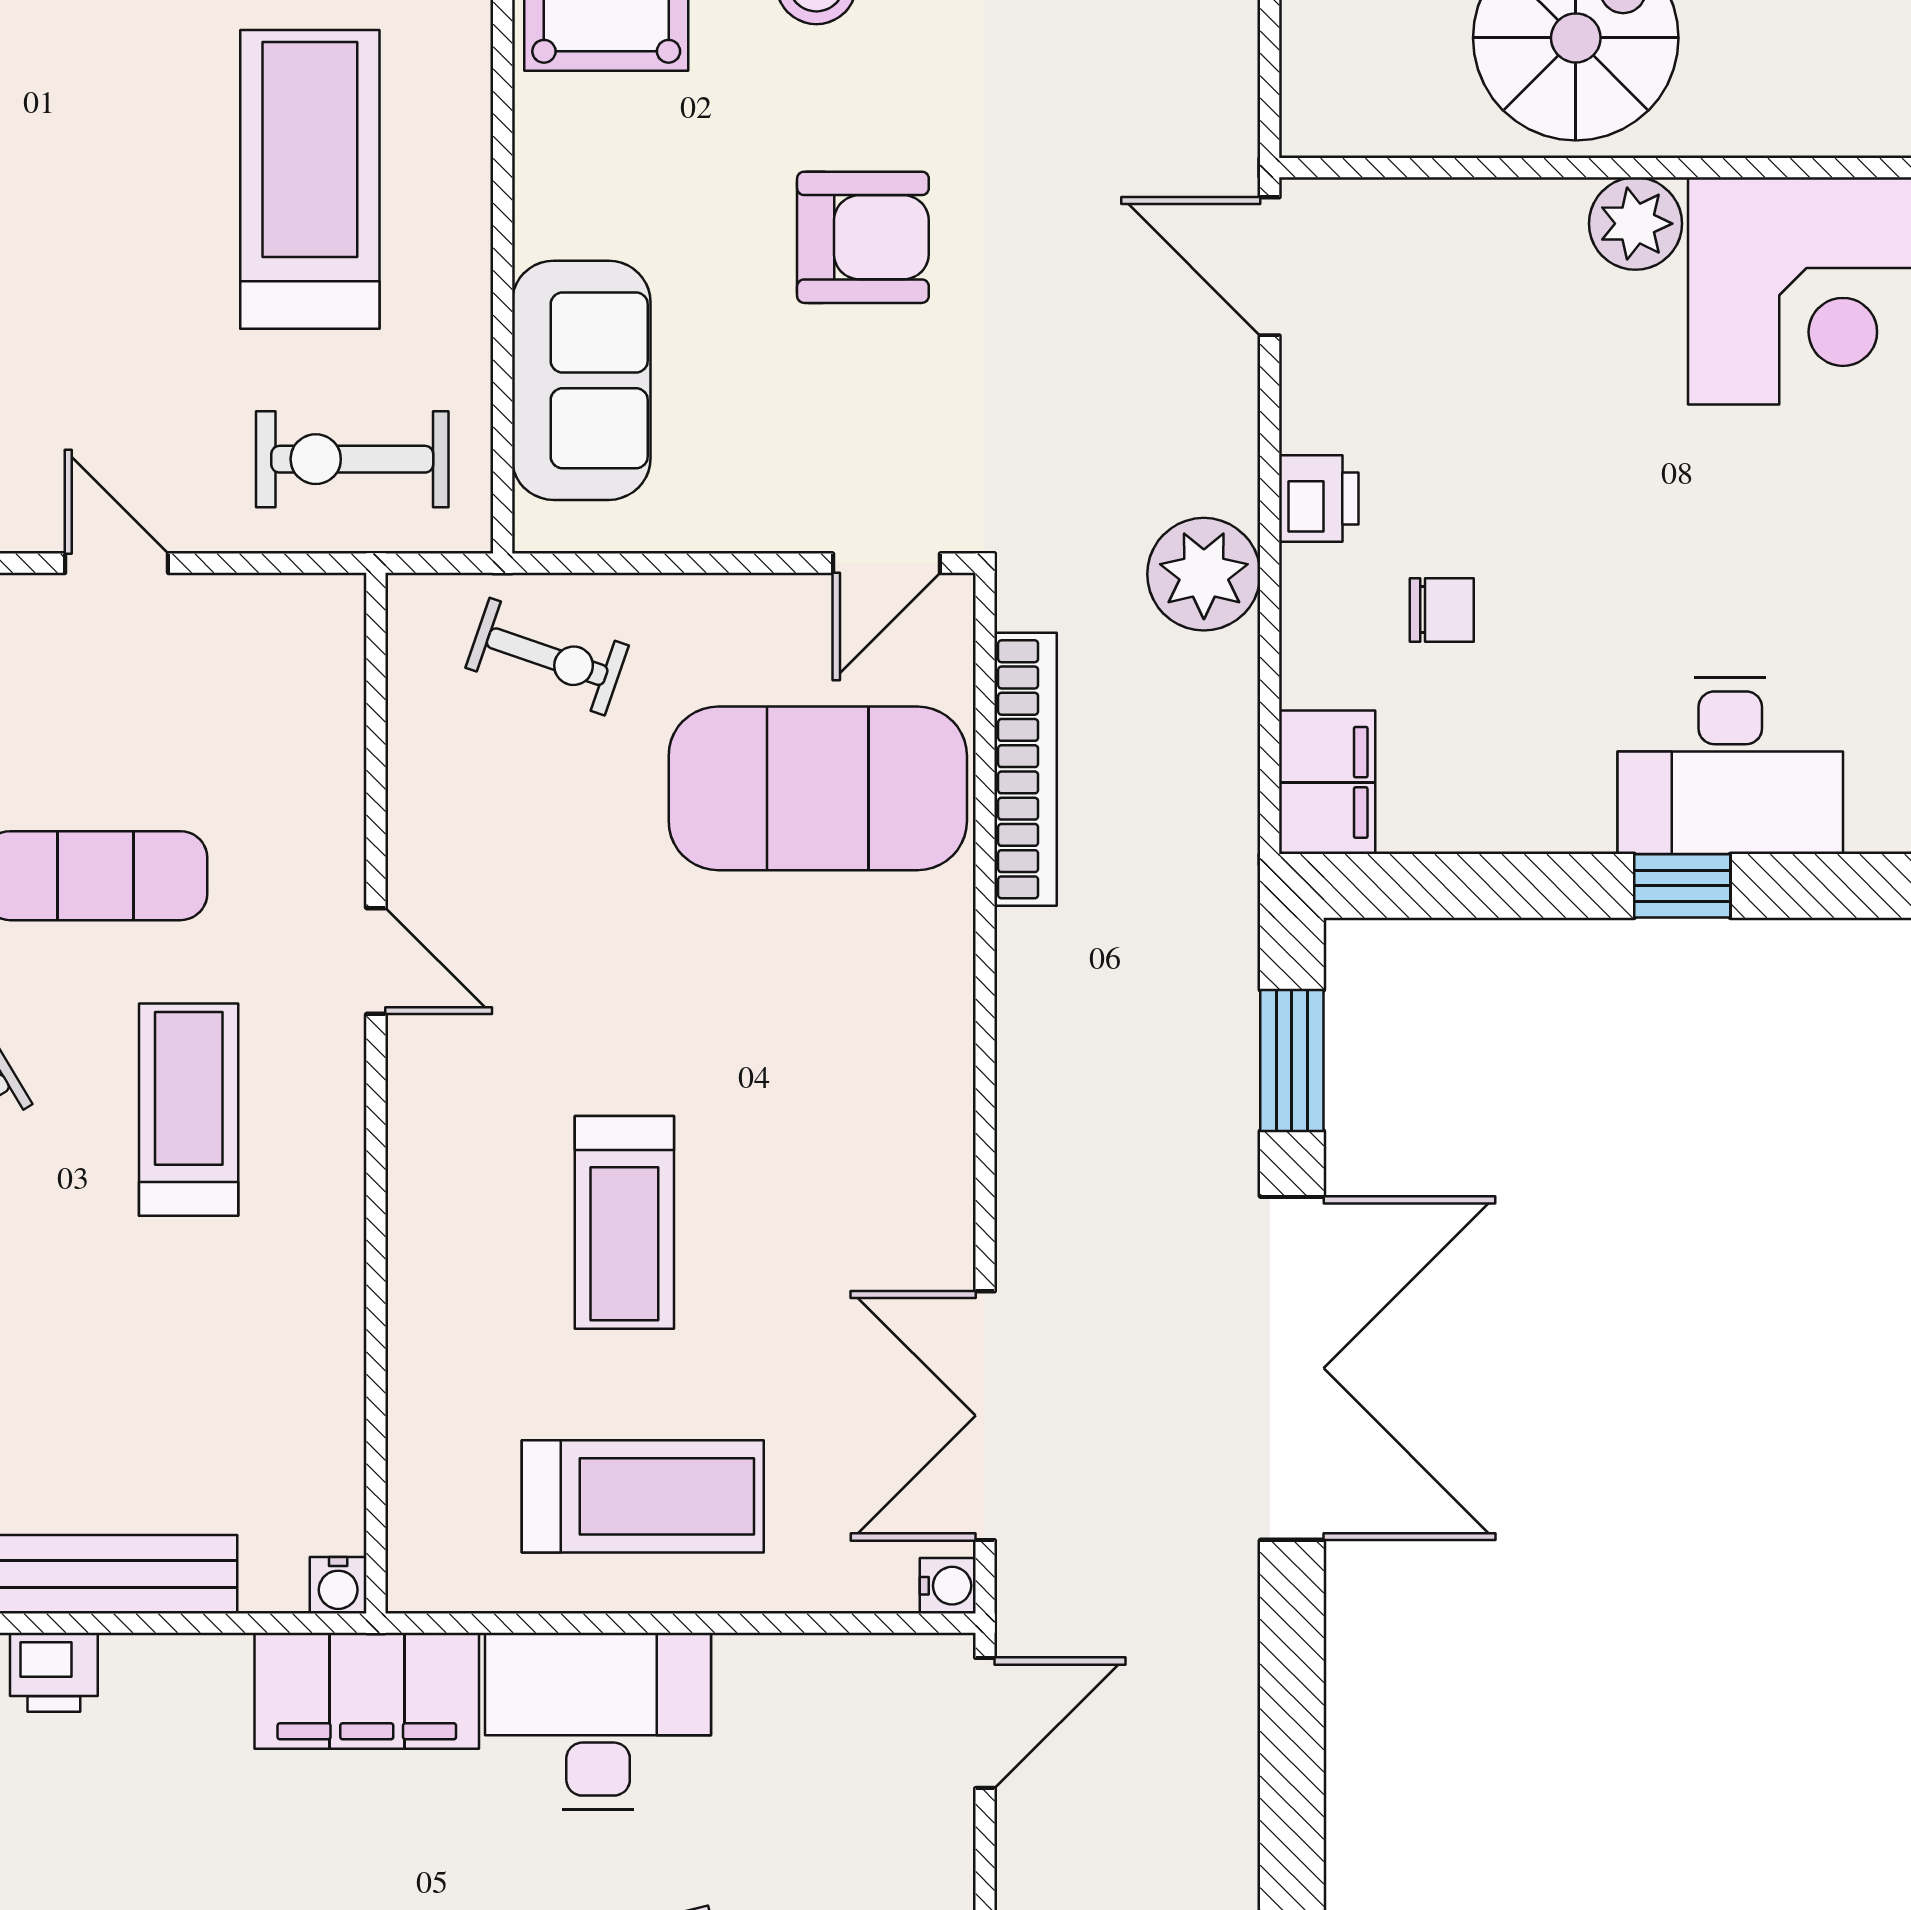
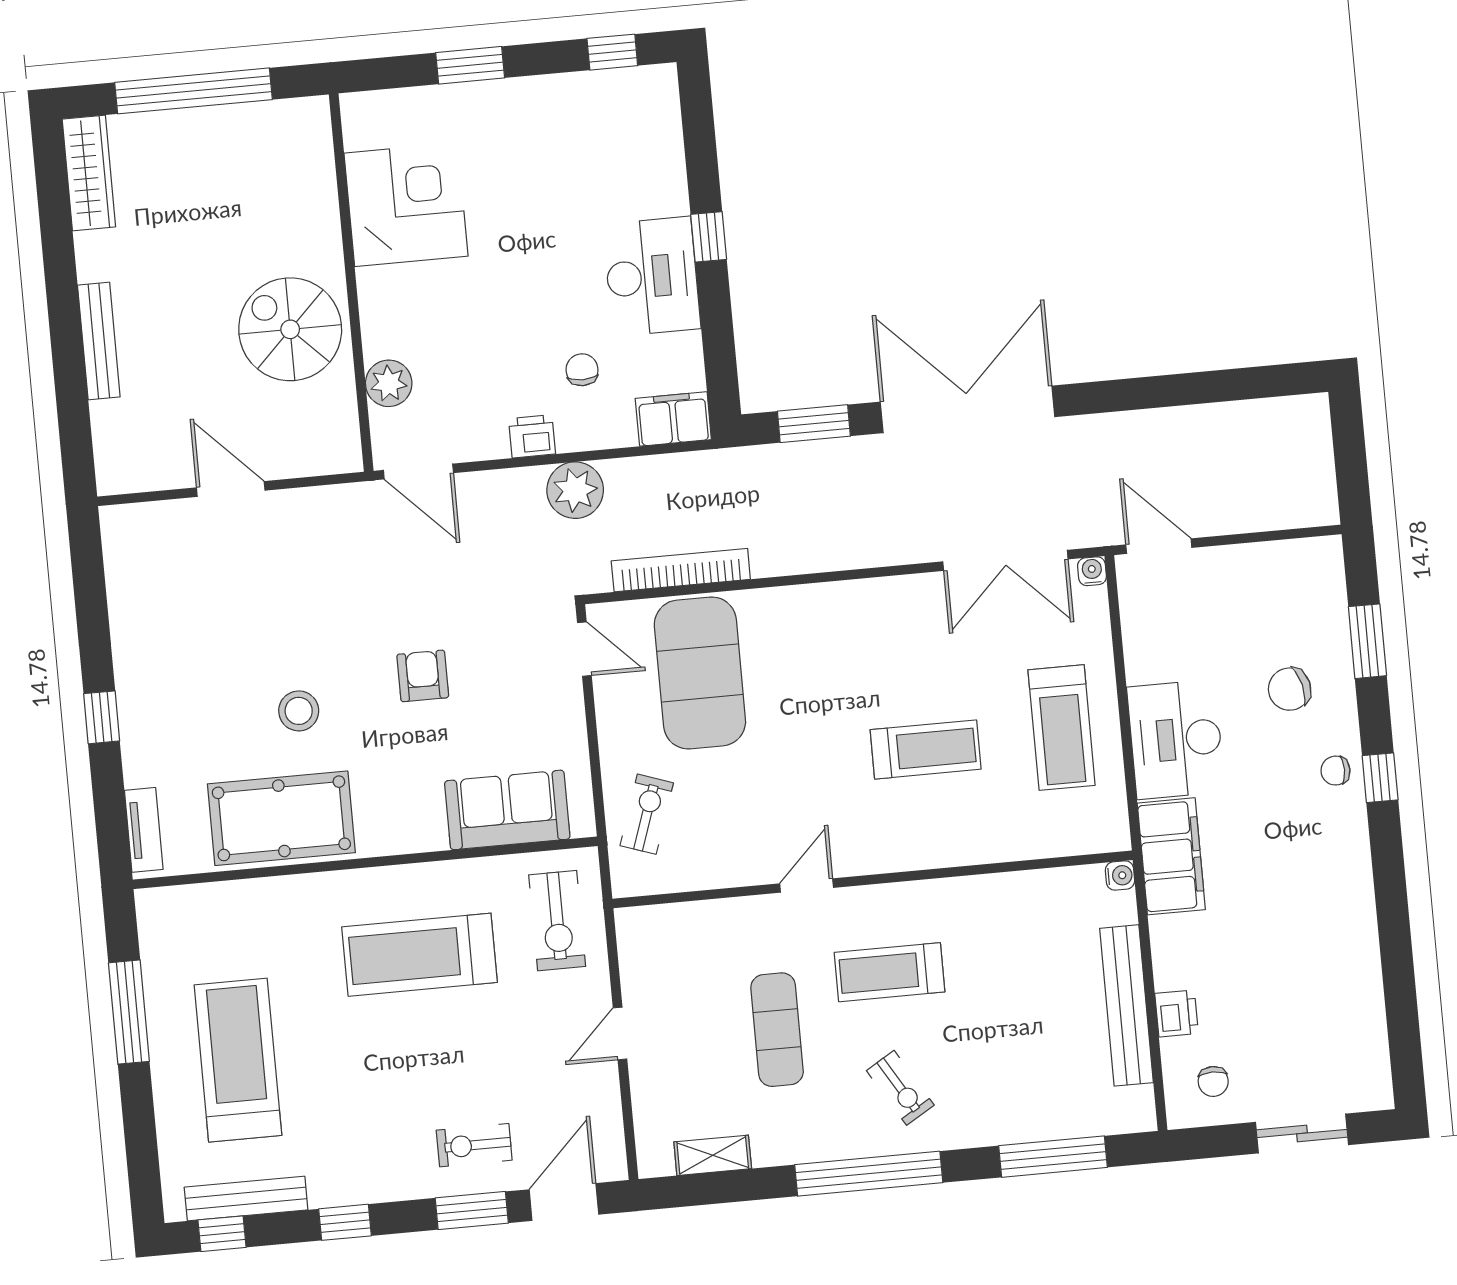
plant: (1635, 224) -> (389, 383), moved
armchair: (863, 237) -> (423, 676), width x0.72, depth x0.72
door: (1270, 266) -> (418, 471), hinge flipped
desk: (1730, 766) -> (652, 276), moved
treadmill: (643, 1496) -> (1062, 728), turned 180

